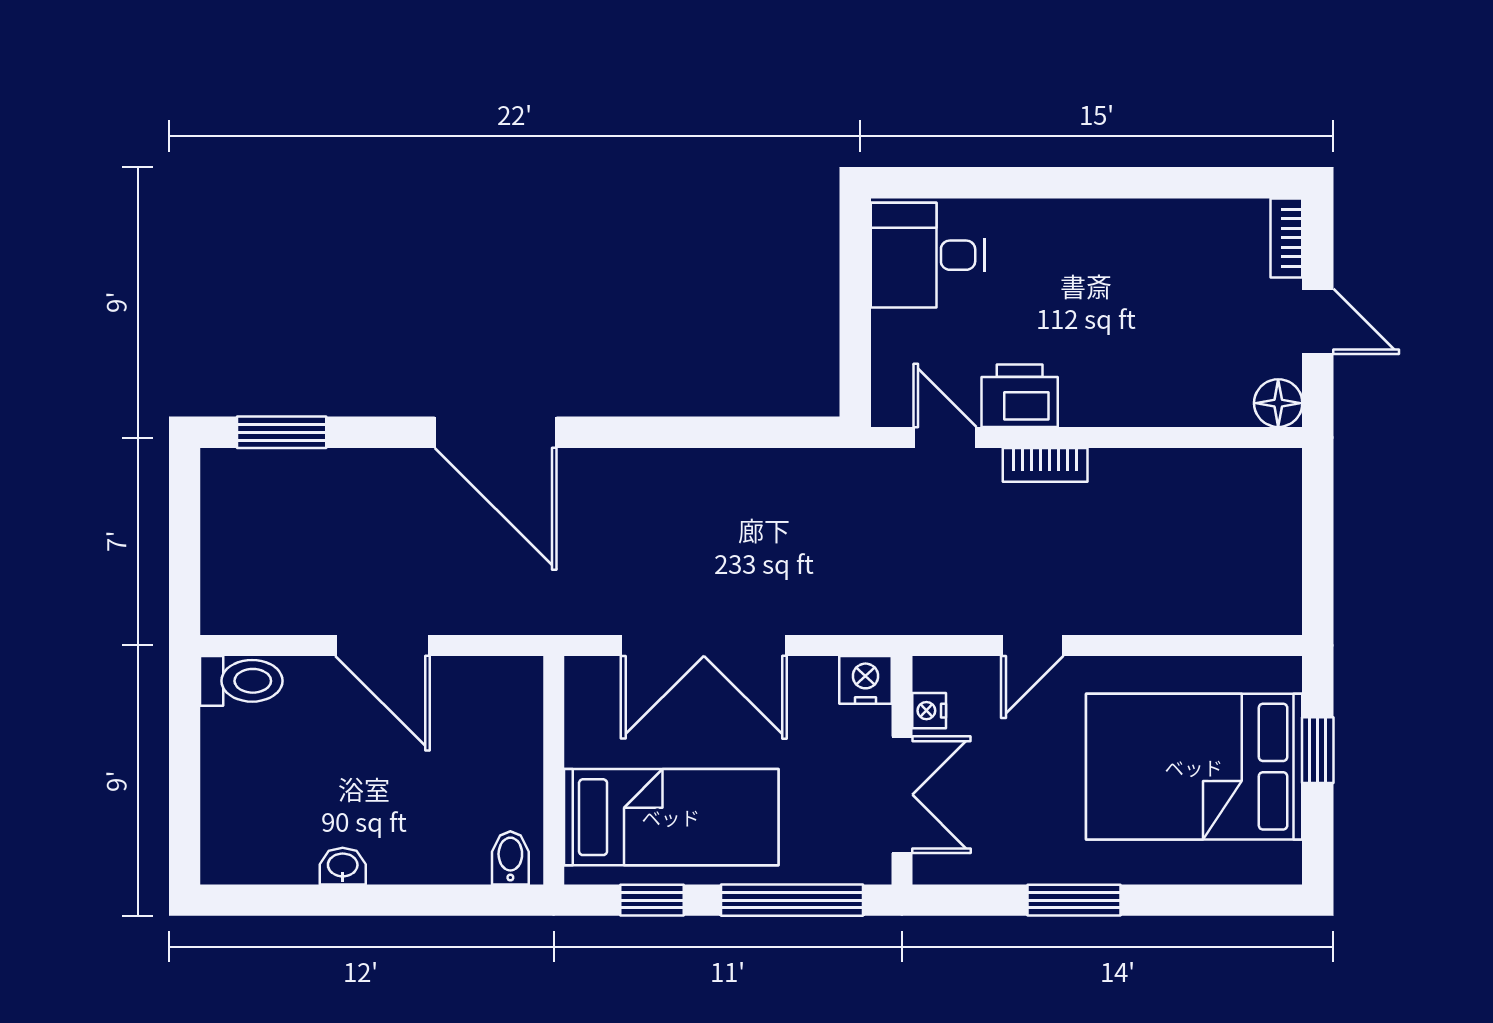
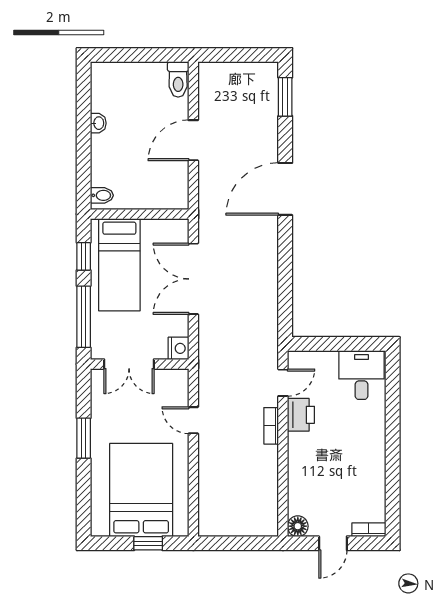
nightstand: (929, 711) -> (165, 376), removed

